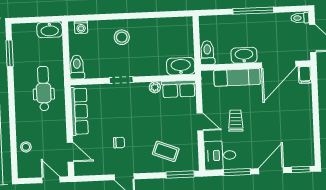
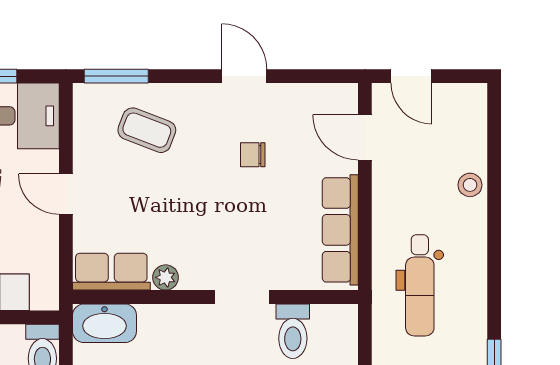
toilet: (77, 67) -> (293, 331), moved
stool: (26, 147) -> (470, 185), moved

